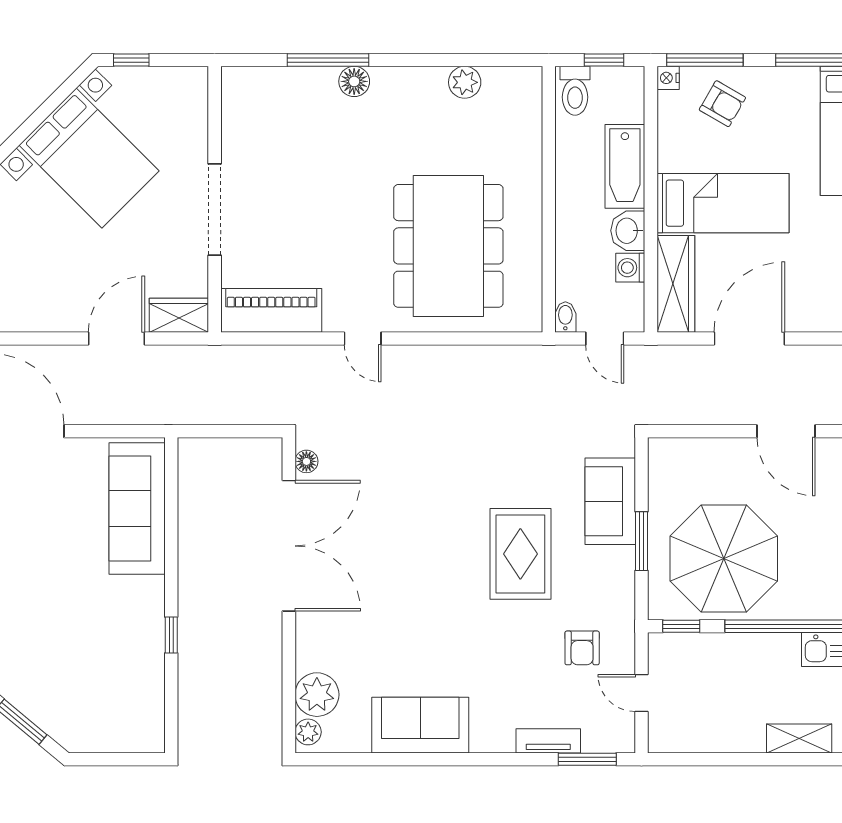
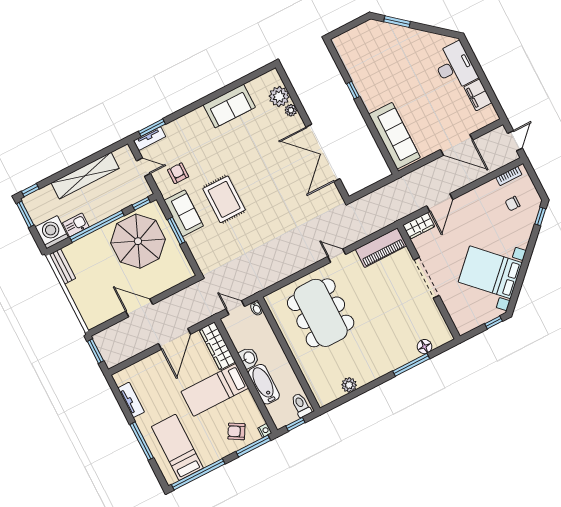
floor lamp: (354, 81) -> (424, 347), moved
washing machine: (630, 268) -> (240, 343), removed
floor lamp: (306, 461) -> (334, 192), removed
sofa: (610, 501) -> (184, 213), moved
plant: (308, 732) -> (291, 110), moved
shelving: (799, 738) -> (85, 176), width x2.20, depth x1.33
tv unit: (548, 741) -> (150, 139), moved

